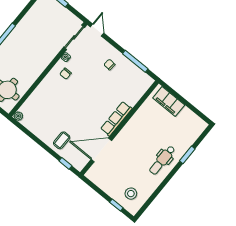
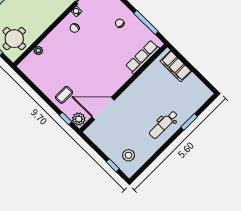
plant: (18, 116) -> (38, 51), moved
row of seats: (116, 119) -> (143, 57), moved
plant: (78, 163) -> (79, 119), added

